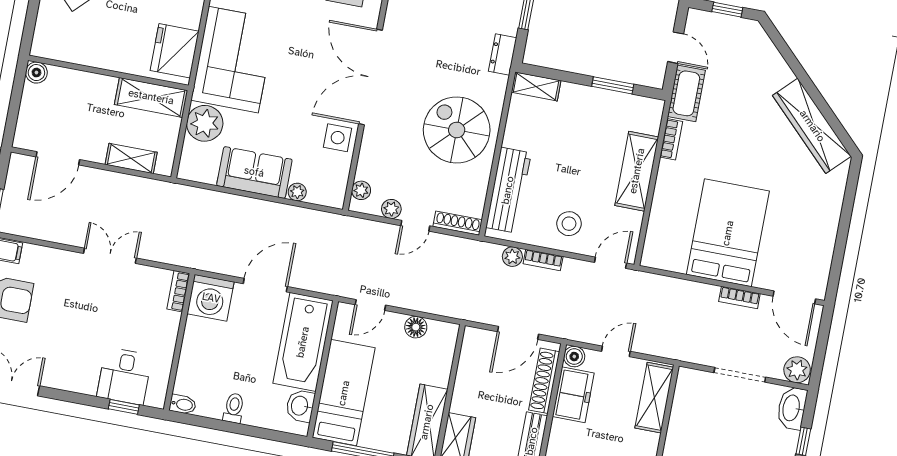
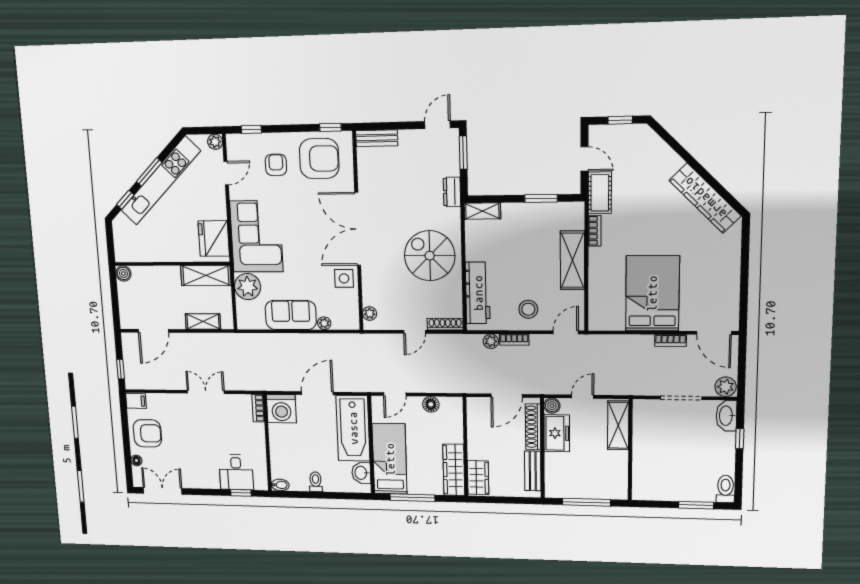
plant: (391, 209) -> (394, 323), removed

